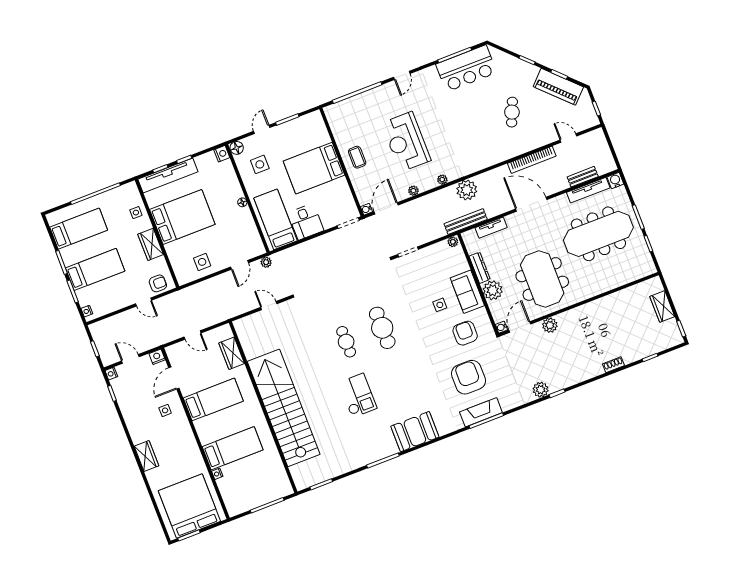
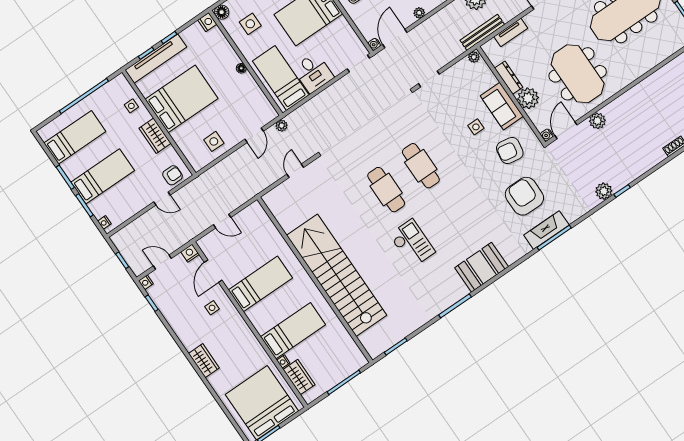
door: (269, 306) -> (295, 171), hinge flipped
armchair: (465, 333) -> (510, 151), turned -80
cafe table: (346, 342) -> (386, 190), width x1.37, depth x1.35
wardrobe: (232, 353) -> (299, 377), moved, turned 180

